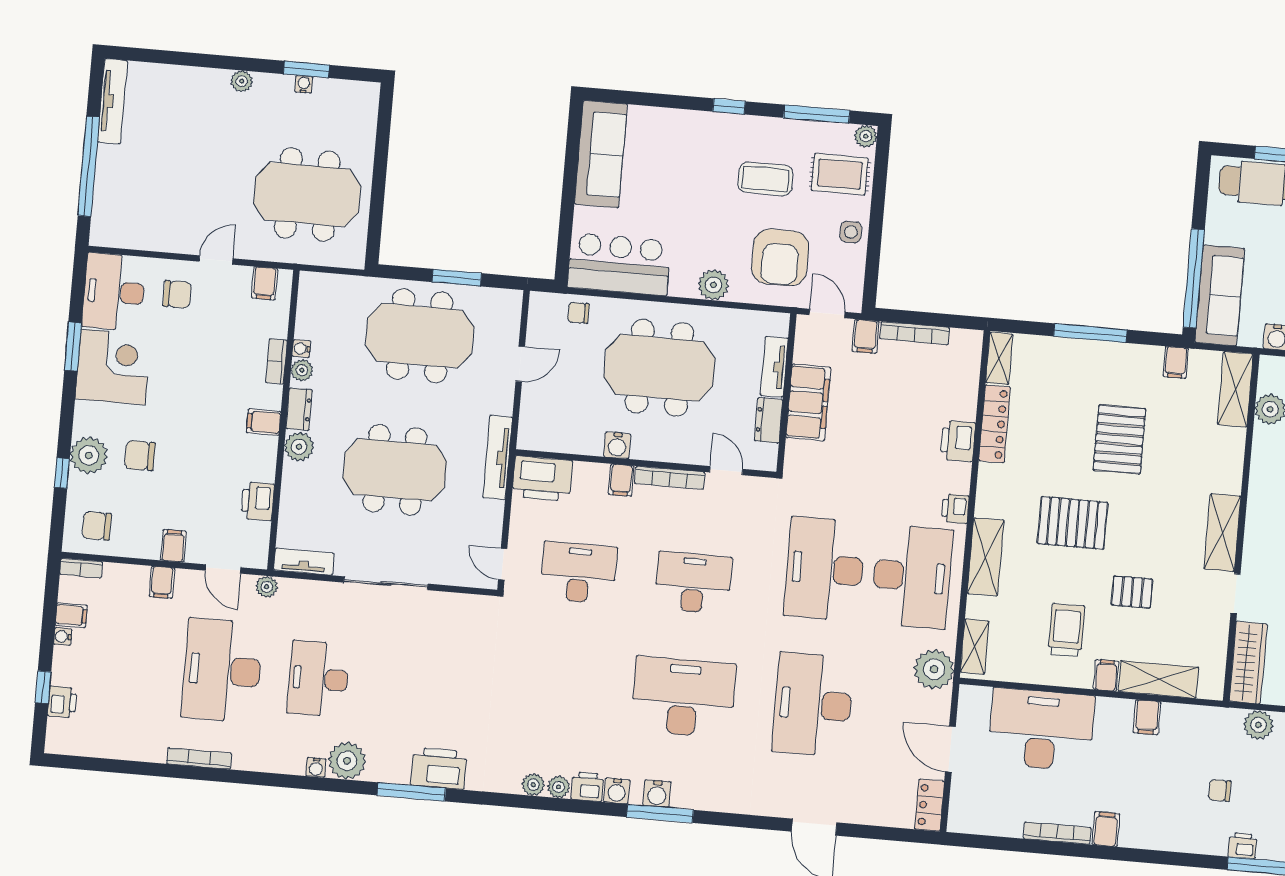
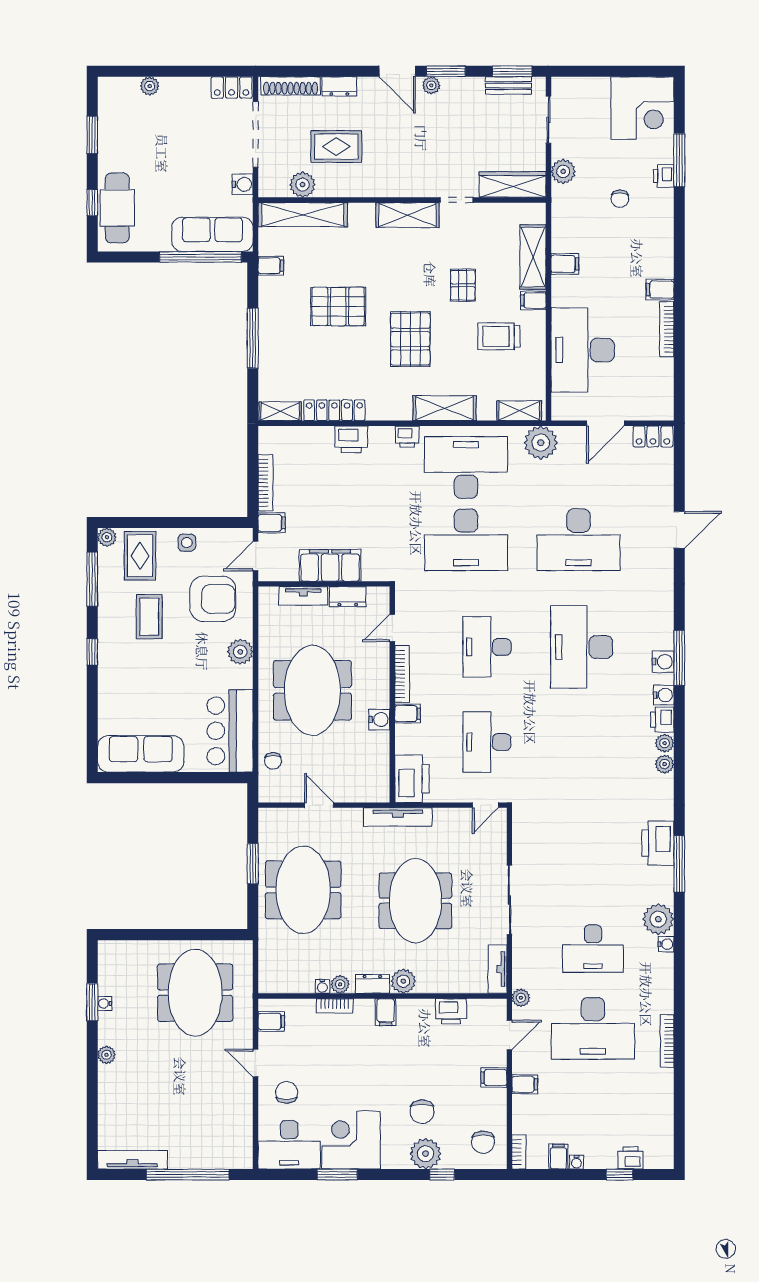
shelving: (1235, 389) -> (303, 215), width x1.47

